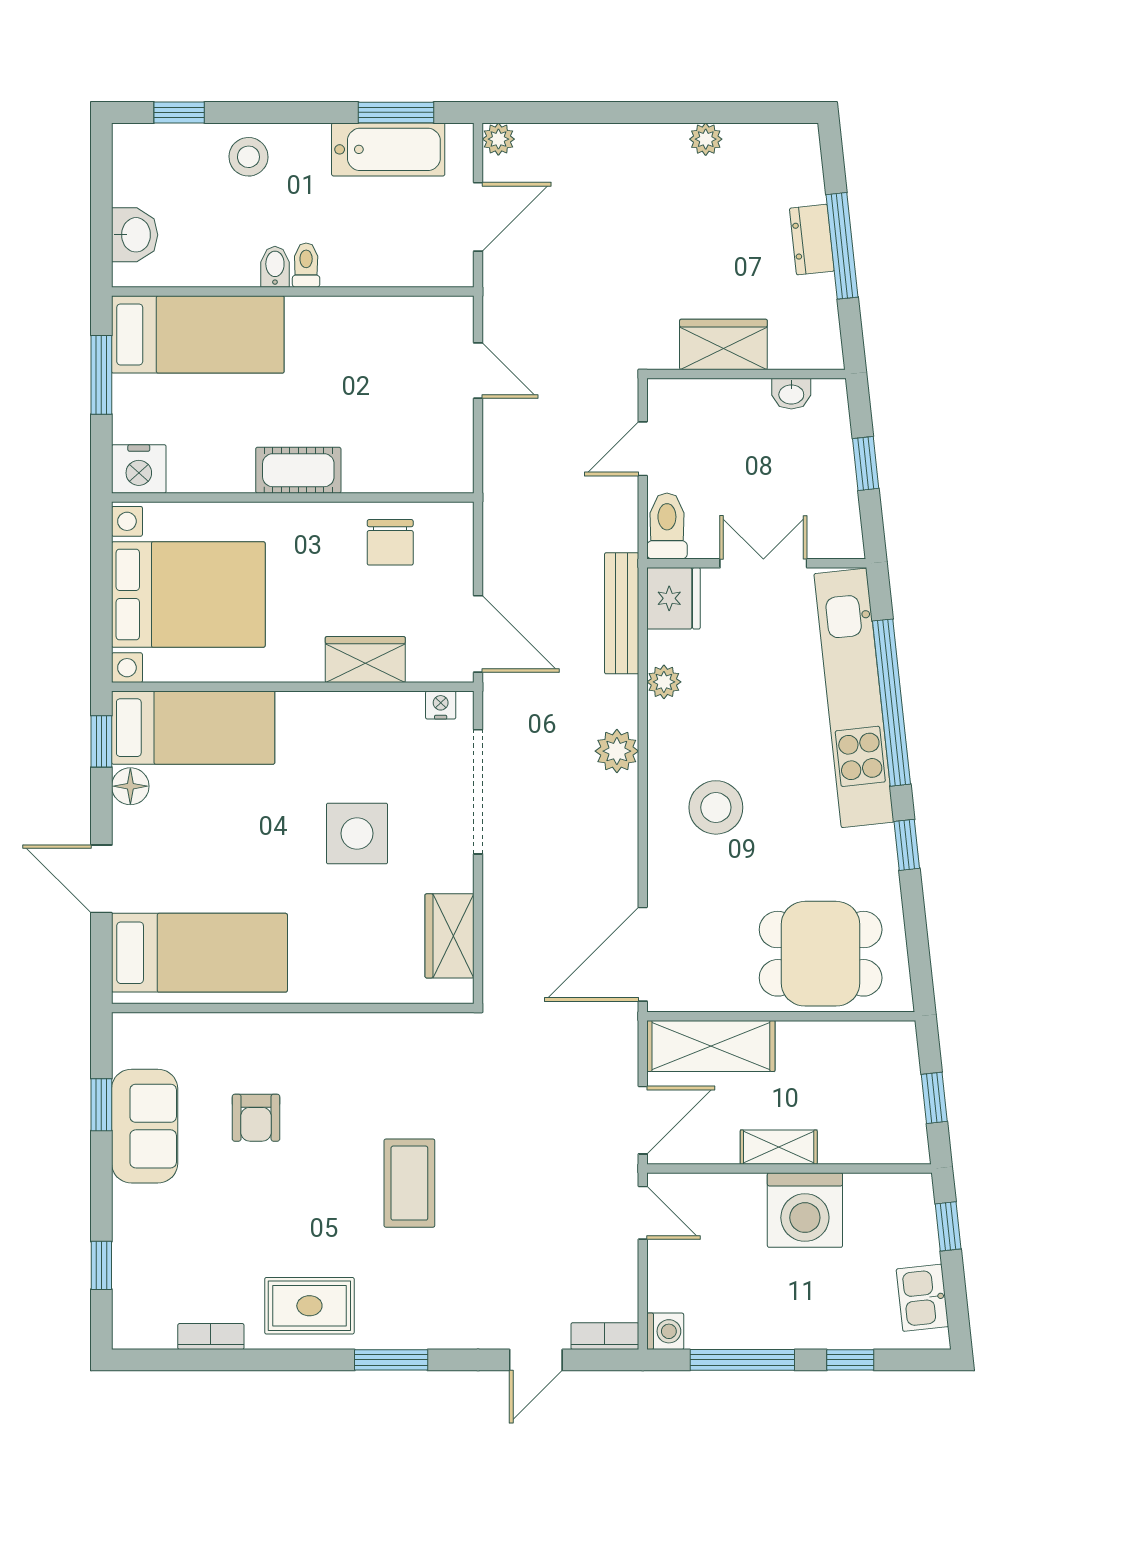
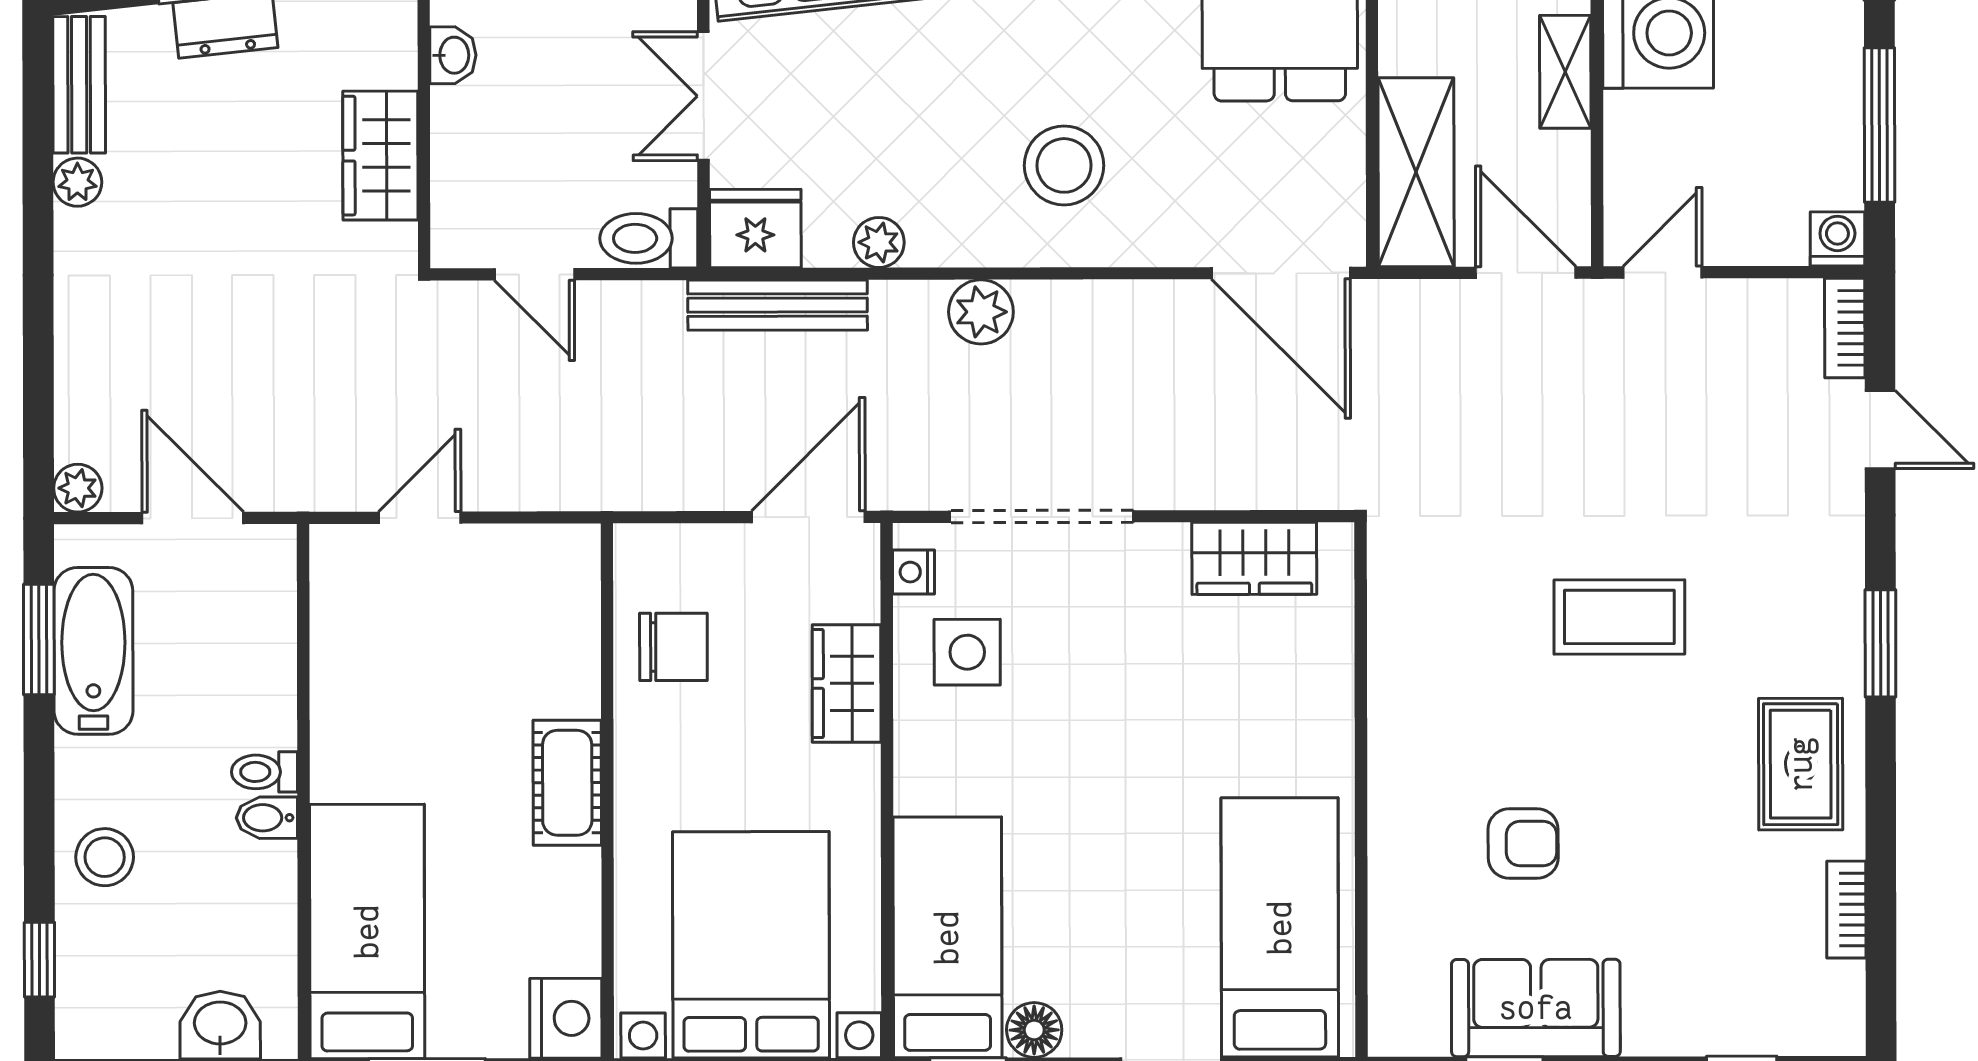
bench: (772, 140) -> (79, 85), added
side table: (357, 833) -> (967, 652), moved, width x0.73, depth x0.73

